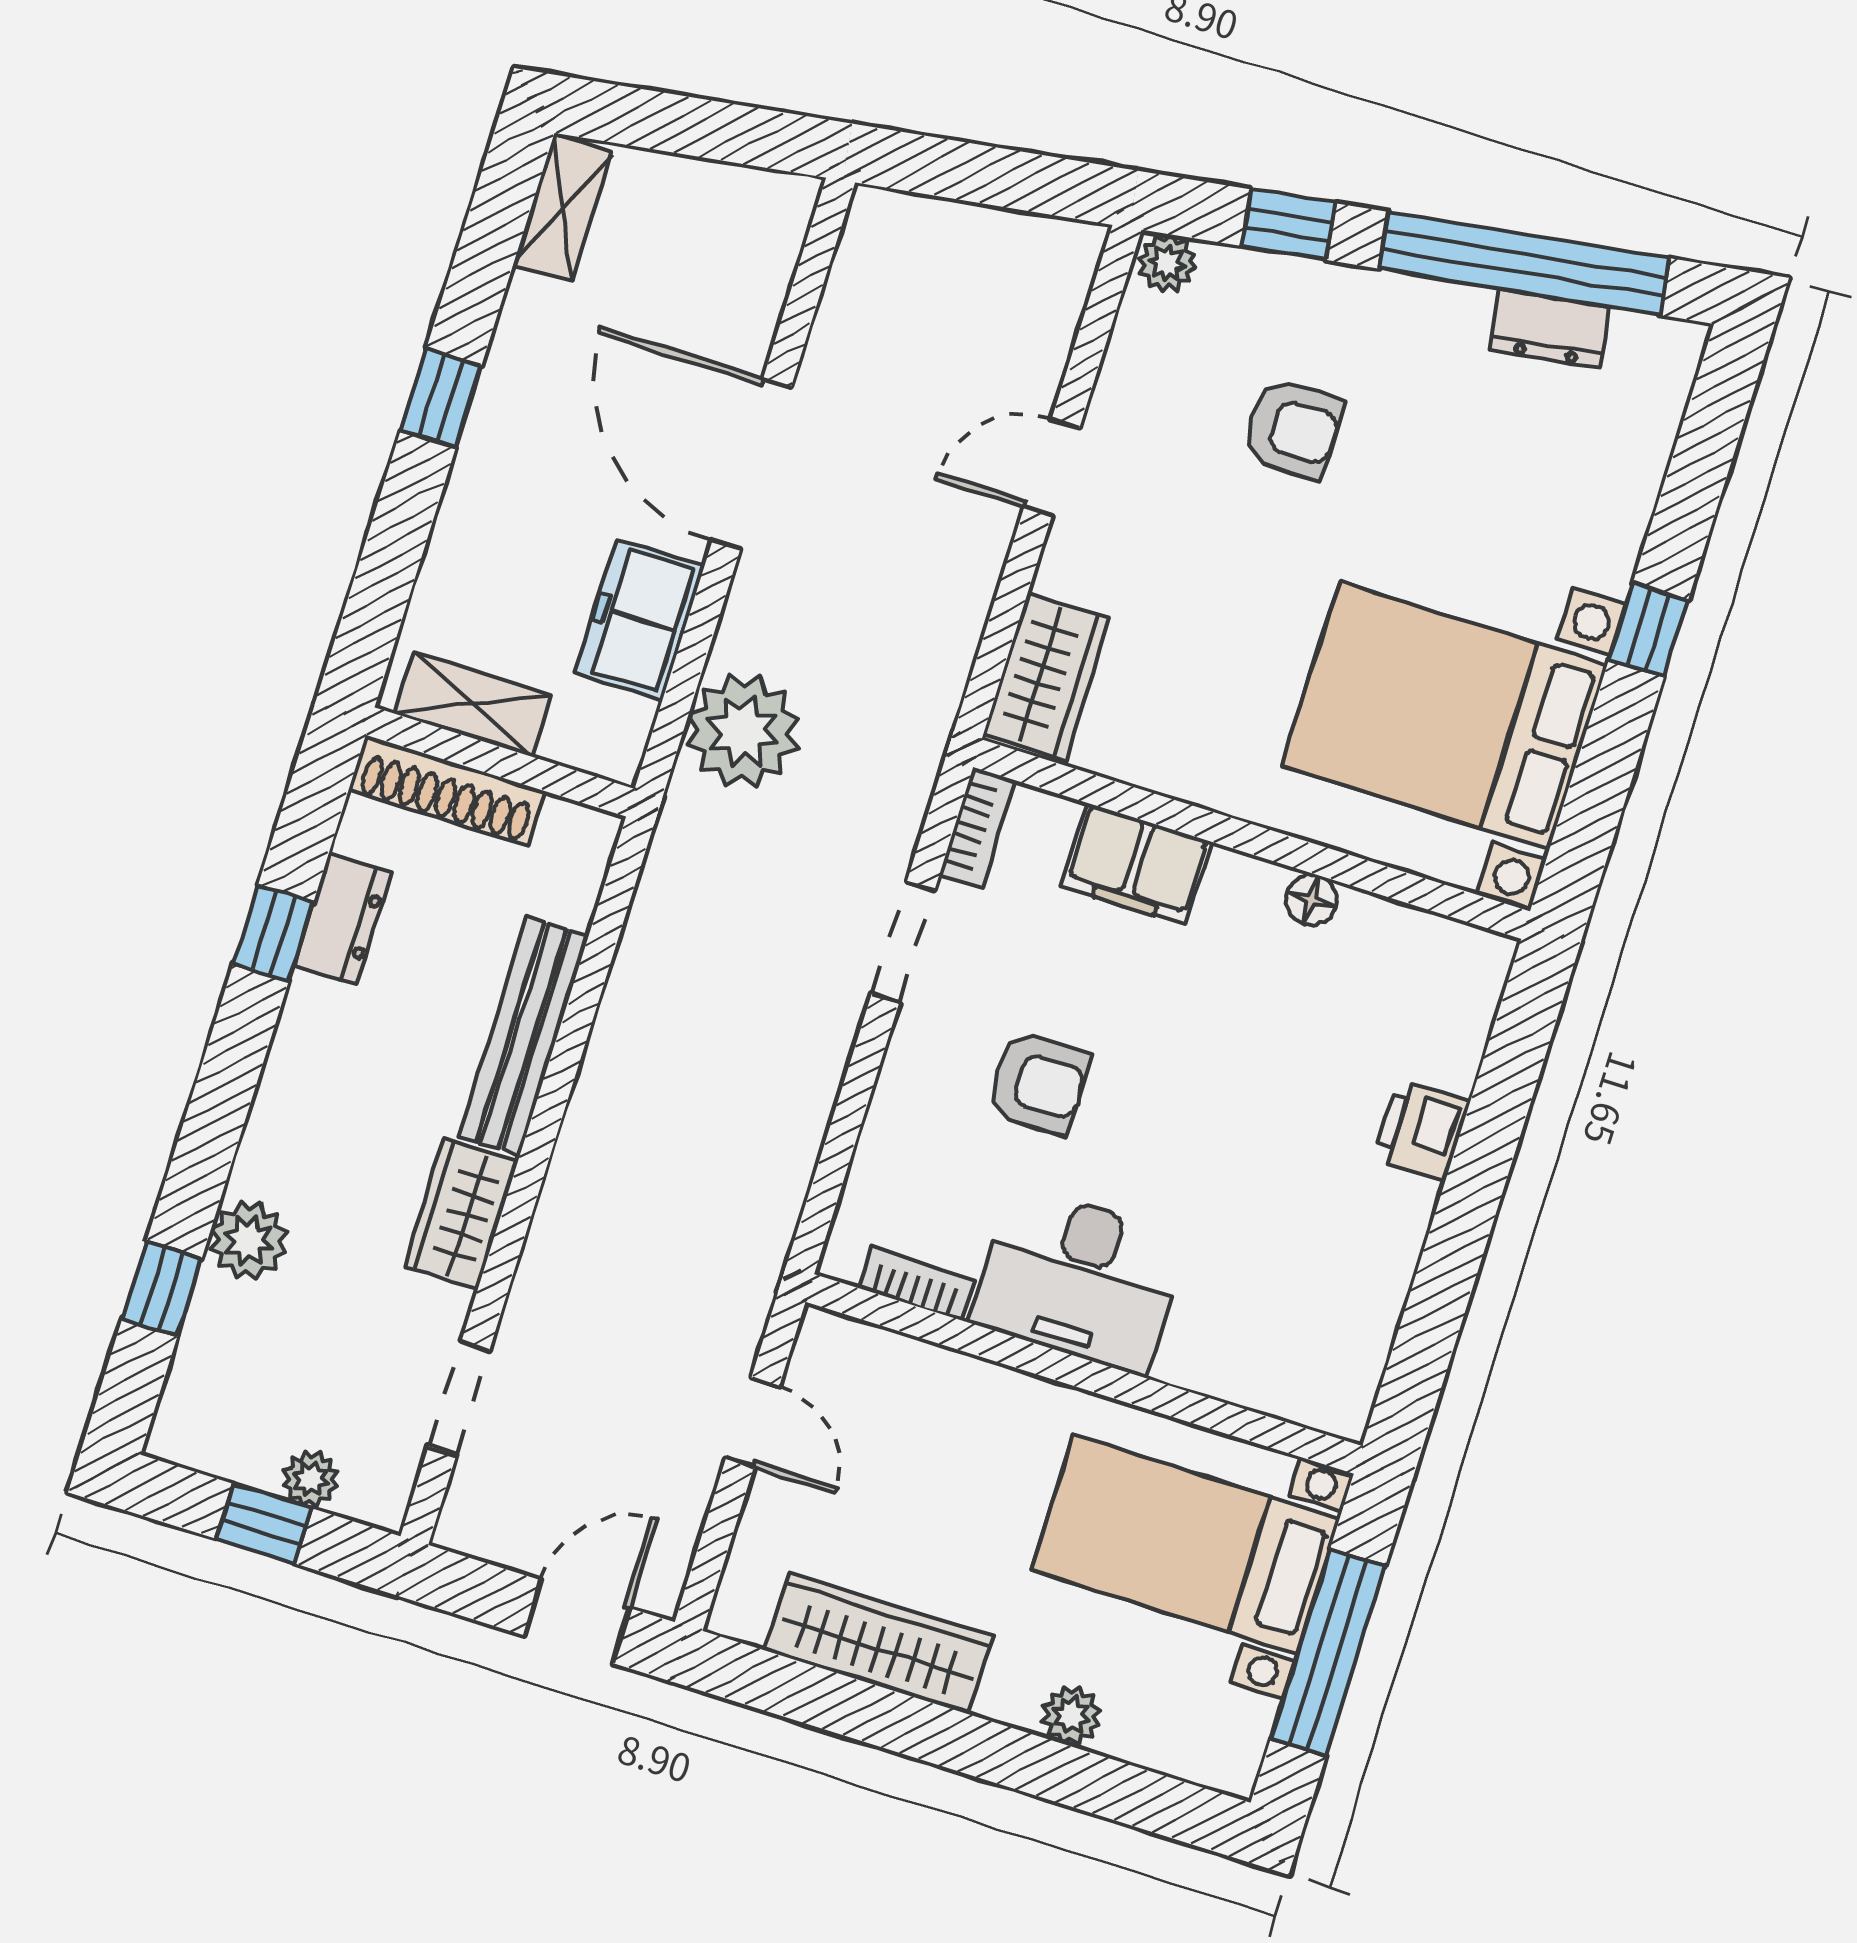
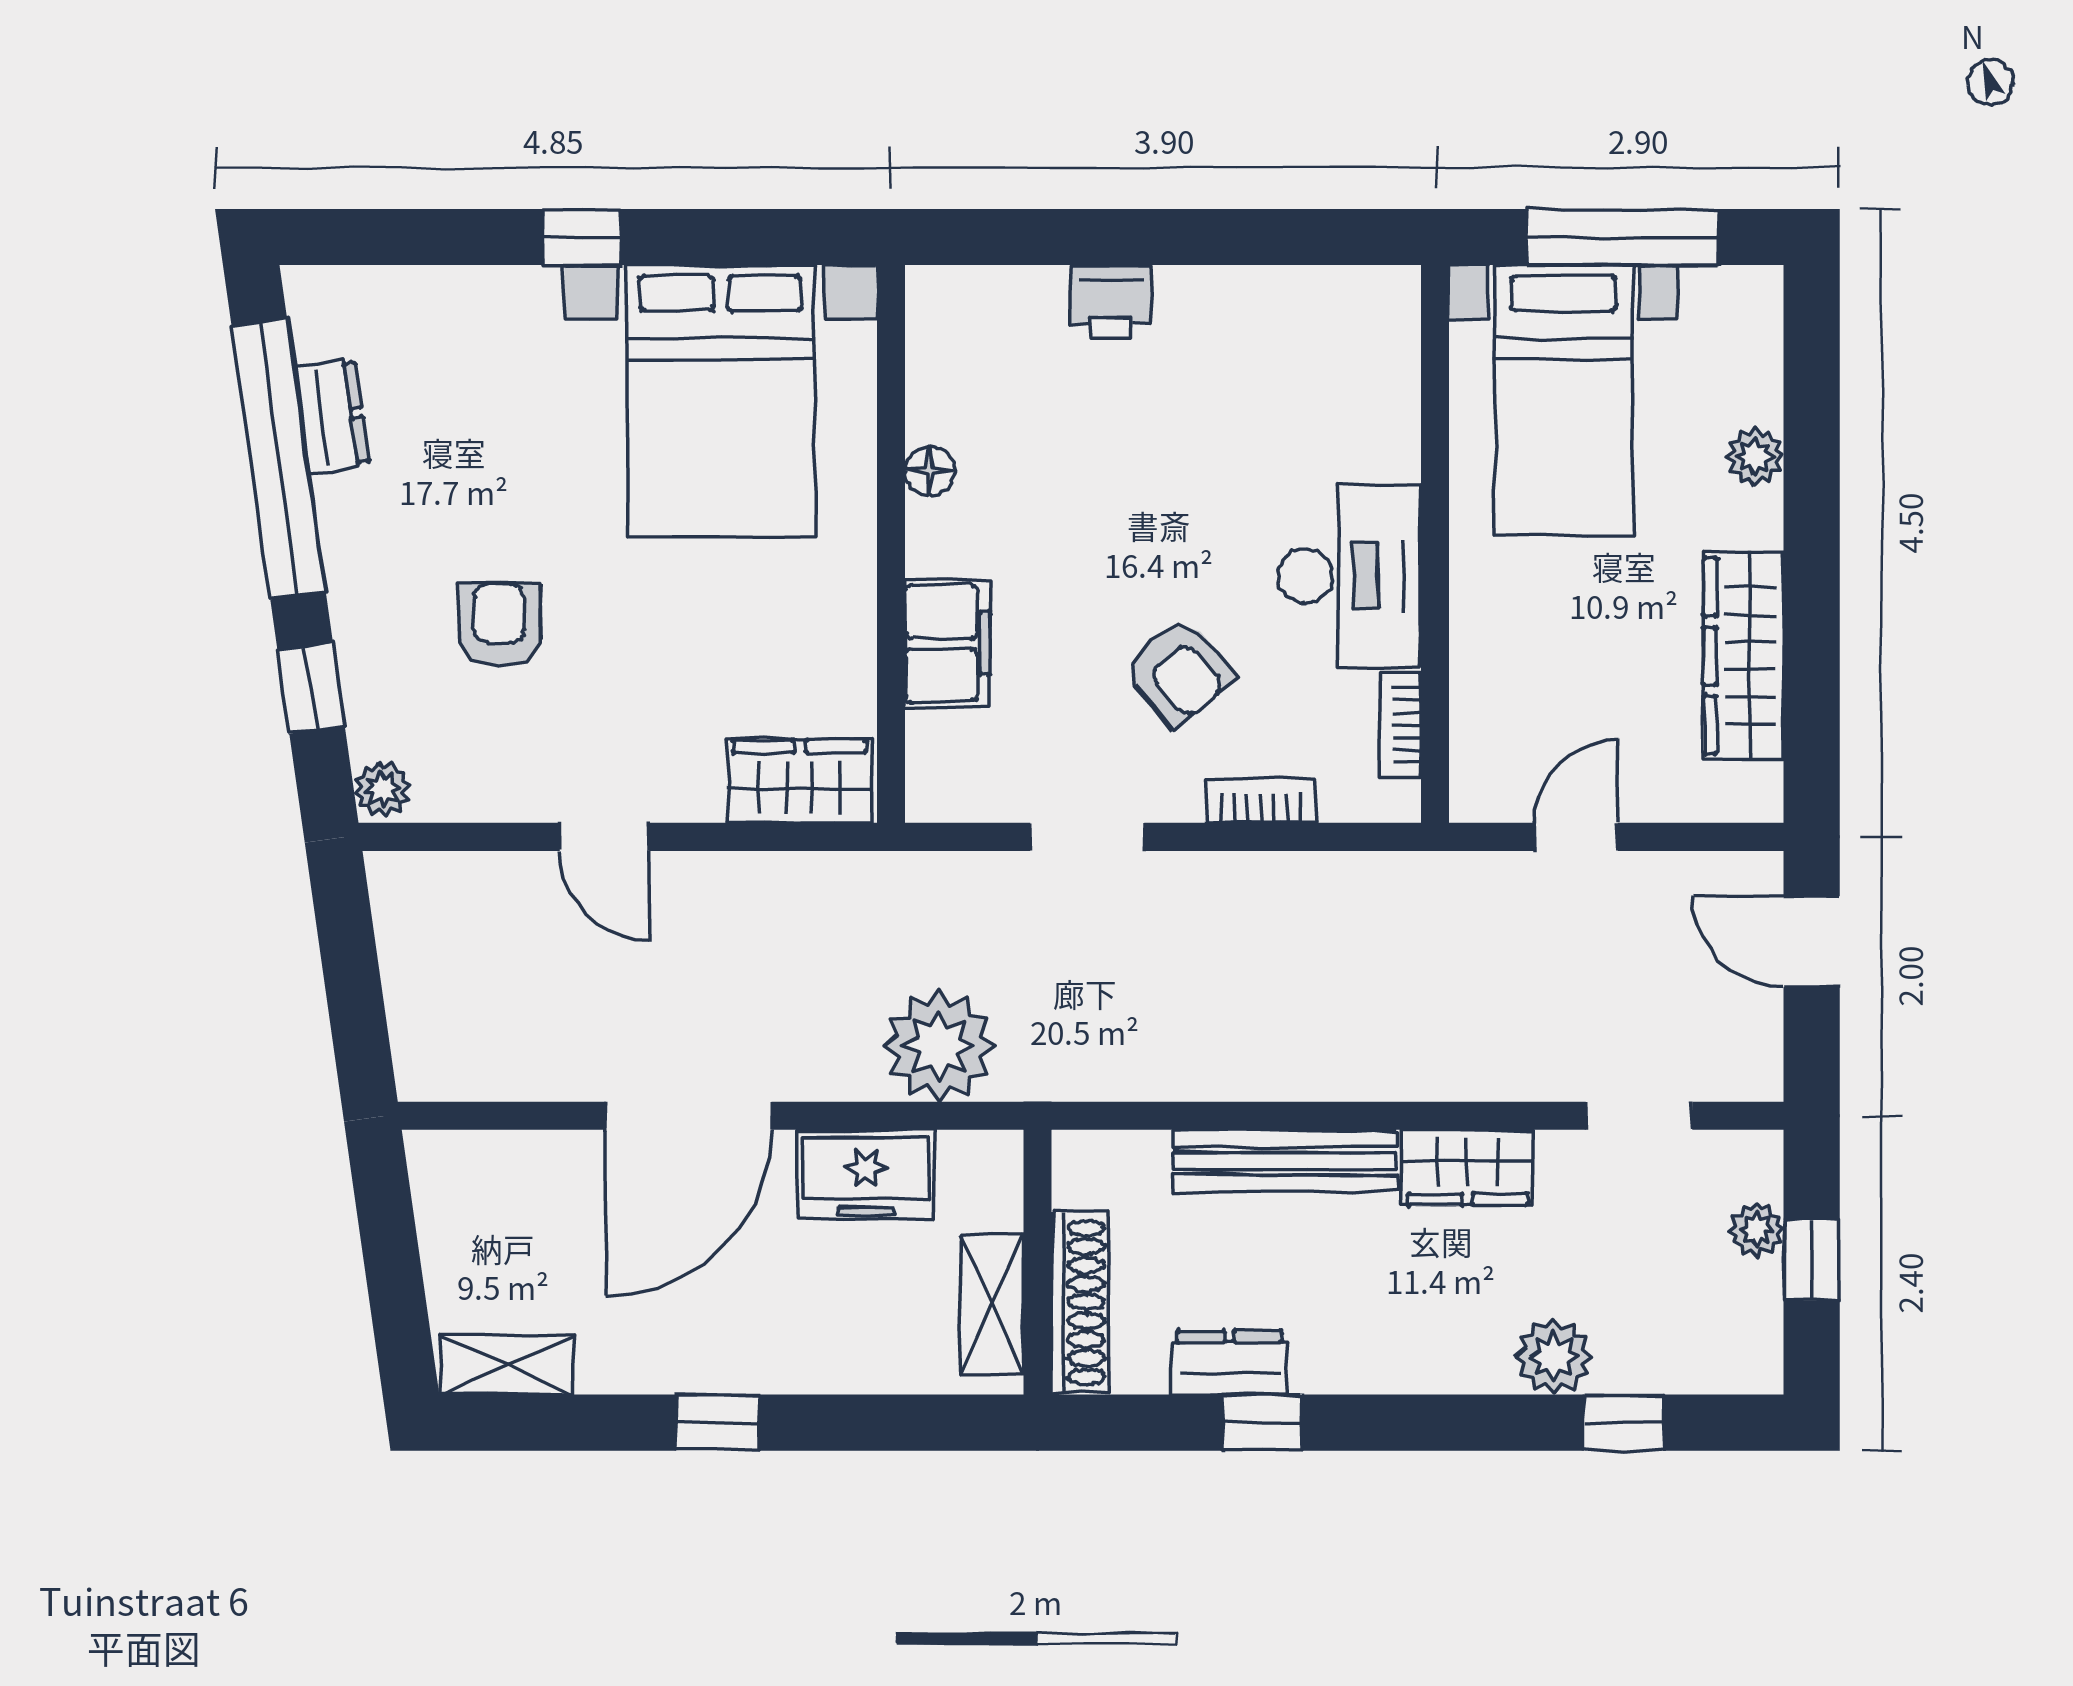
bookcase: (978, 827) -> (1261, 801), moved
armchair: (1037, 1083) -> (1179, 672), turned 141

